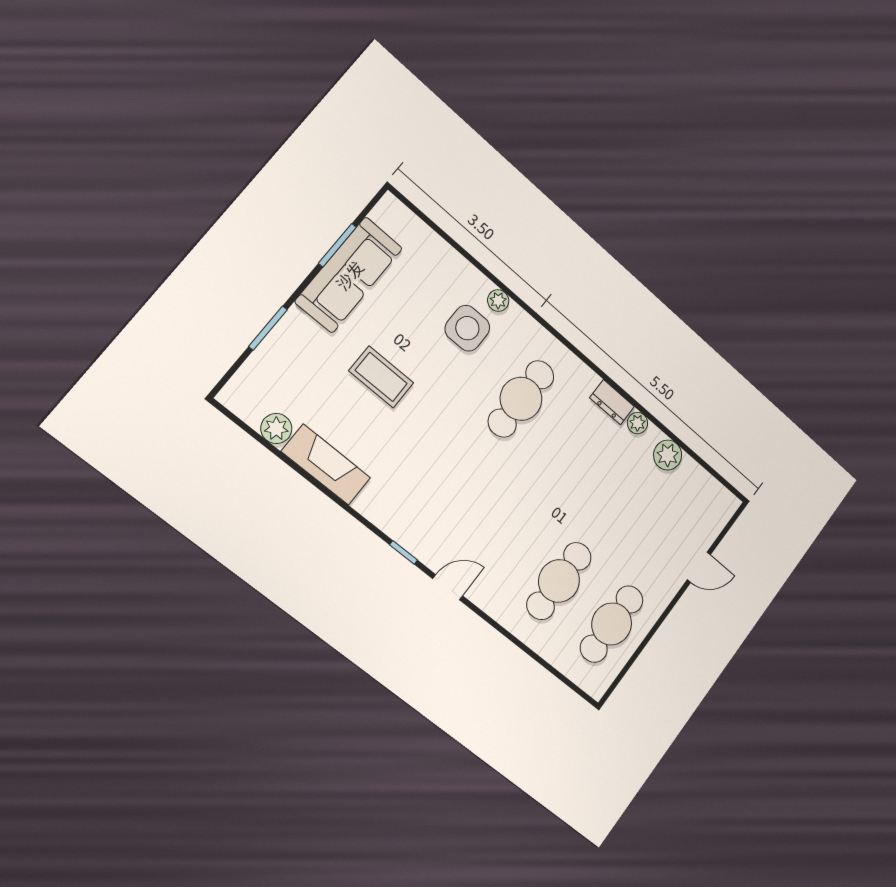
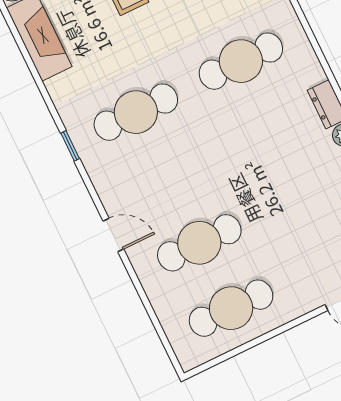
cafe table: (449, 491) -> (136, 112), added
door: (448, 587) -> (113, 235), moved

